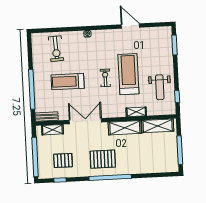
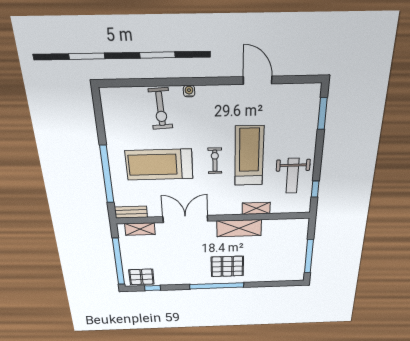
exercise bike: (56, 49) -> (161, 109), moved
treadmill: (68, 82) -> (159, 165), width x1.37, depth x1.38
shelving: (158, 126) -> (284, 227), removed
pallet: (103, 159) -> (227, 266), moved
pallet: (63, 160) -> (141, 277), moved

